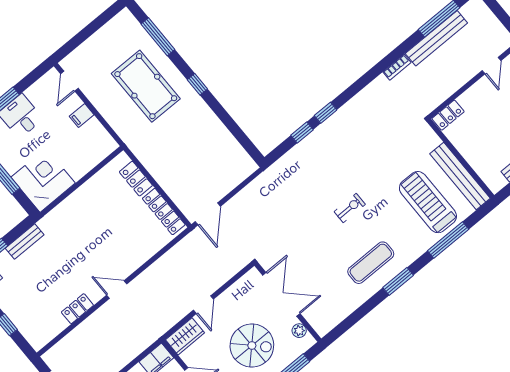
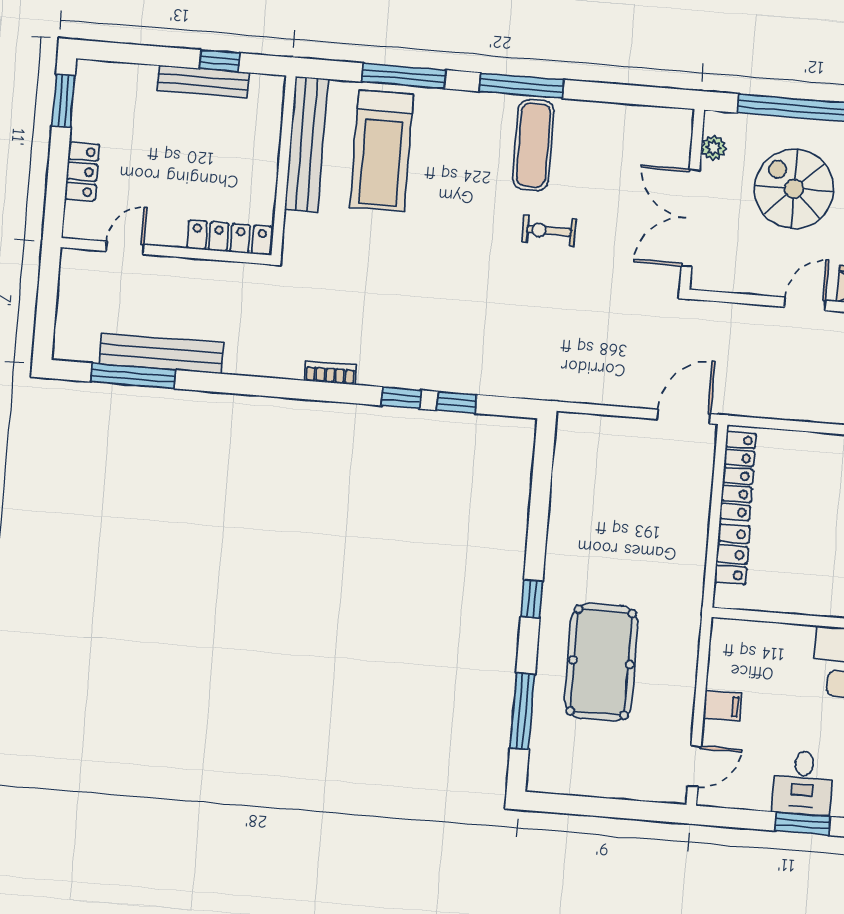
bookcase: (397, 67) -> (330, 373), moved
locker: (448, 115) -> (229, 237), width x1.53
exercise bike: (350, 208) -> (549, 231), moved
exercise mat: (371, 263) -> (533, 145), turned 90
window: (398, 281) -> (522, 86), width x1.44

